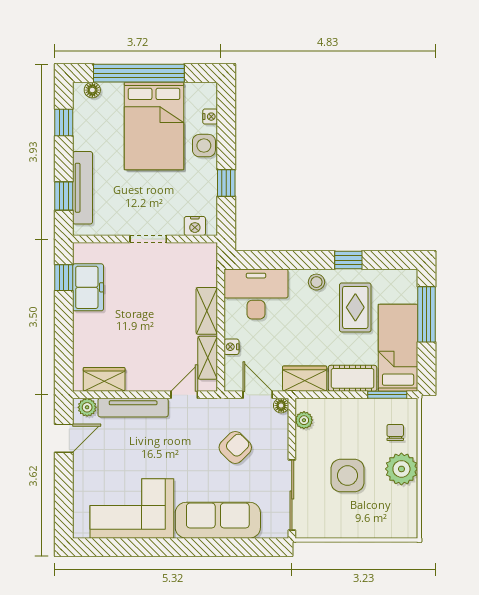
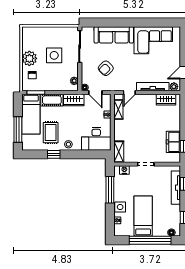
bed: (154, 126) -> (143, 216), width x0.67
window: (226, 183) -> (110, 190), width x2.17
shelving: (207, 311) -> (119, 152), moved

